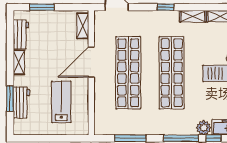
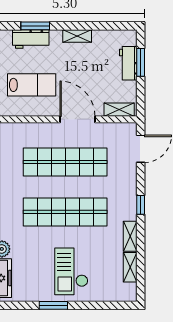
workbench: (21, 34) -> (128, 63), moved, turned 90

